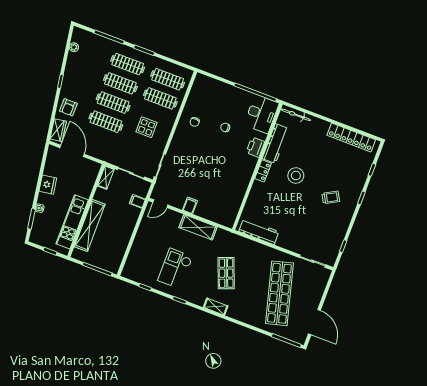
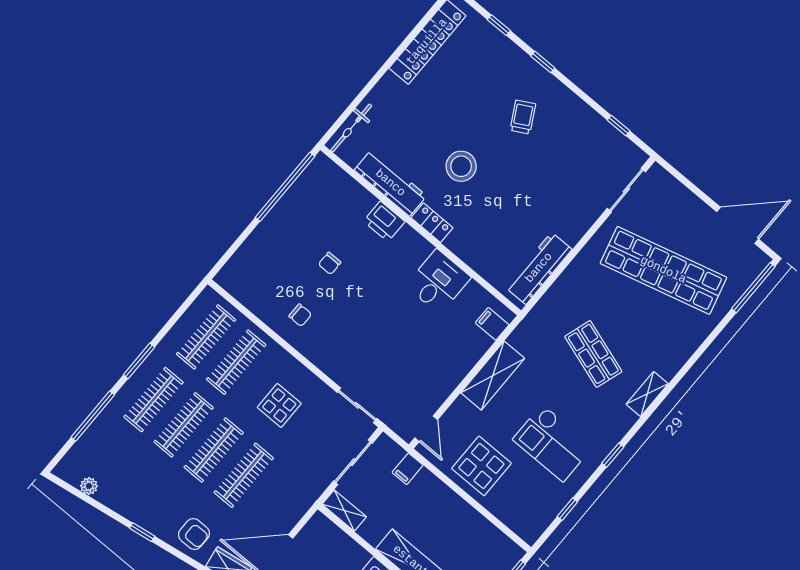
desk: (261, 114) -> (438, 282), moved, width x0.73
filing cabinet: (190, 205) -> (492, 324), moved
display table: (152, 237) -> (481, 466), added
shop shelf: (226, 273) -> (593, 354), turned 39

